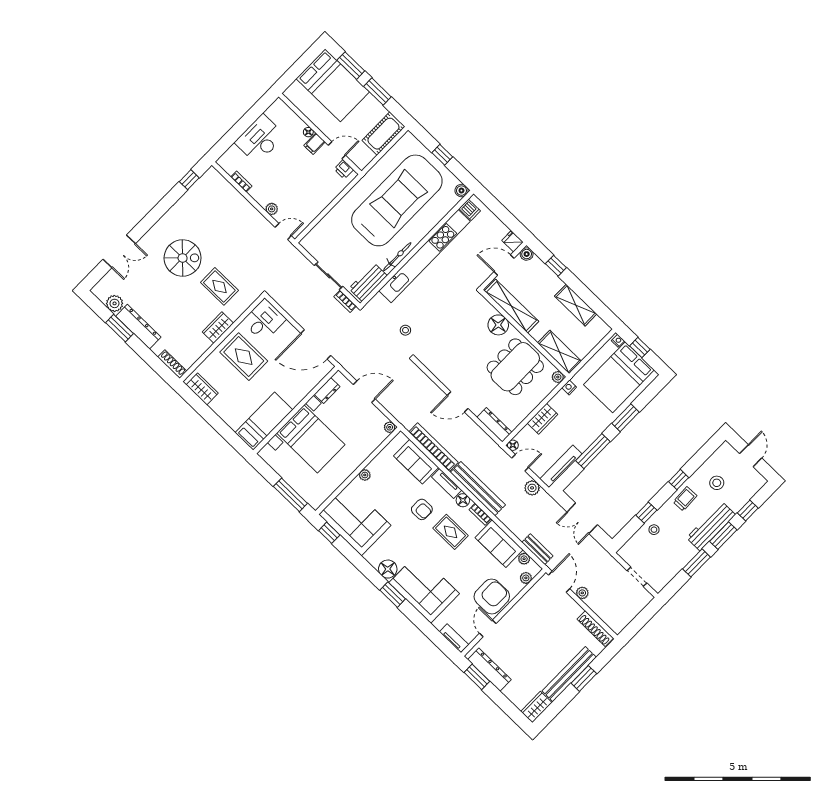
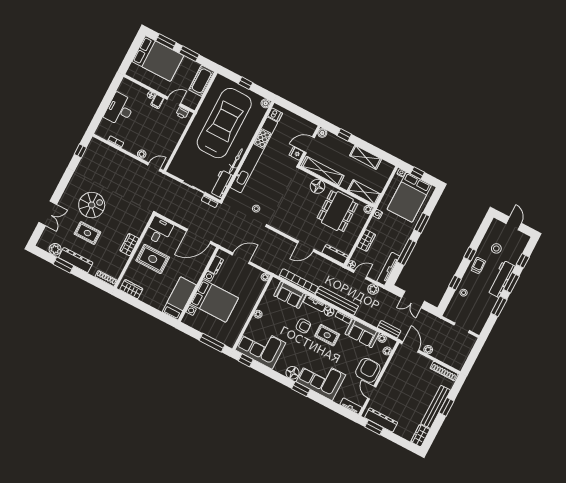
fridge: (512, 241) -> (296, 153), moved
rug: (219, 286) -> (87, 233), moved

